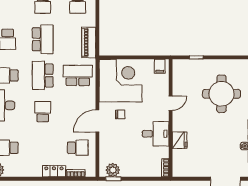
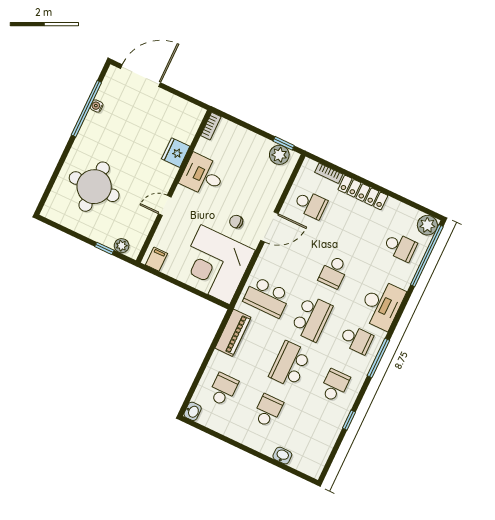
plant: (186, 64) -> (122, 246), added
school desk: (78, 148) -> (311, 205), turned 180
locker: (54, 171) -> (363, 193), width x1.53

